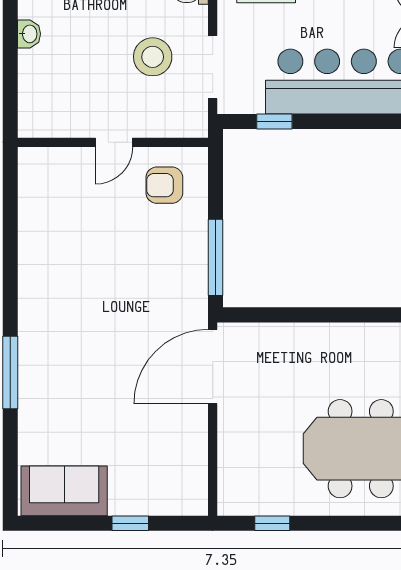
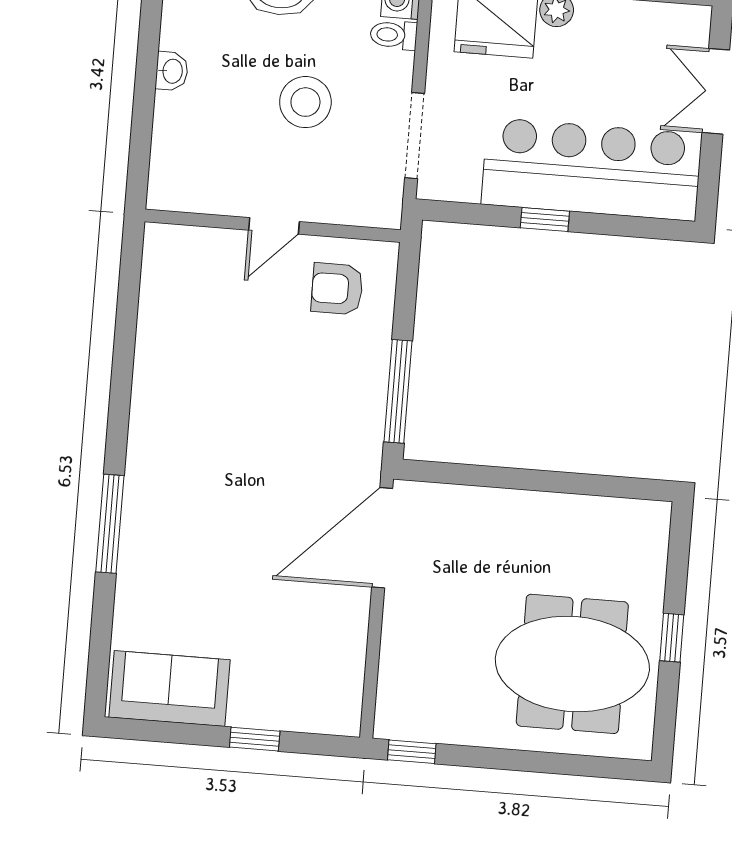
stool: (153, 57) -> (305, 102), moved
window: (274, 121) -> (545, 220), moved
window: (272, 523) -> (412, 752), moved

